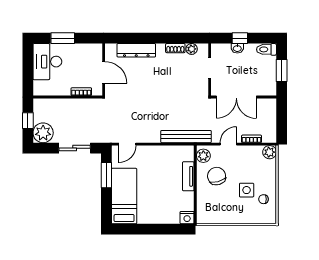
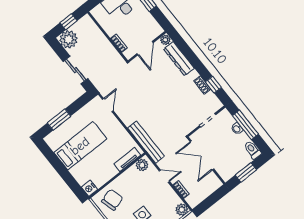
window: (183, 38) -> (213, 85), added
window: (240, 38) -> (245, 125), width x2.17
plant: (192, 49) -> (165, 40), moved
door: (127, 144) -> (108, 105), swing flipped
window: (106, 175) -> (59, 120), moved
tv unit: (188, 176) -> (127, 160), moved
chair: (217, 176) -> (112, 200), moved
bed: (124, 196) -> (80, 146), moved

